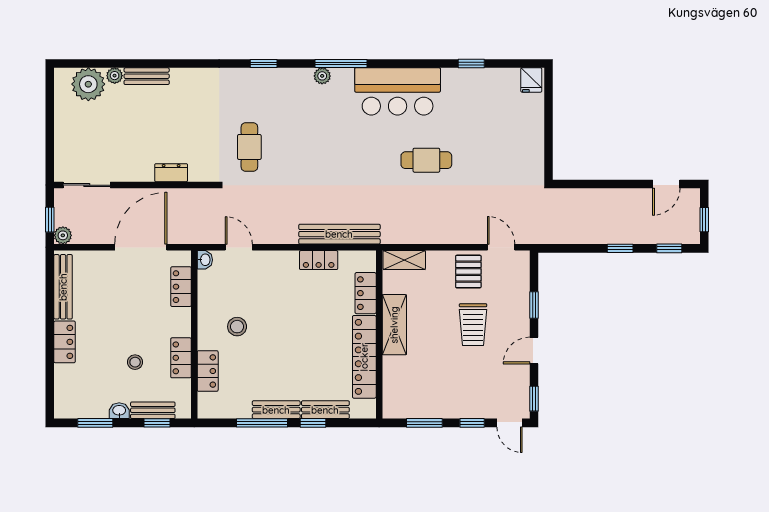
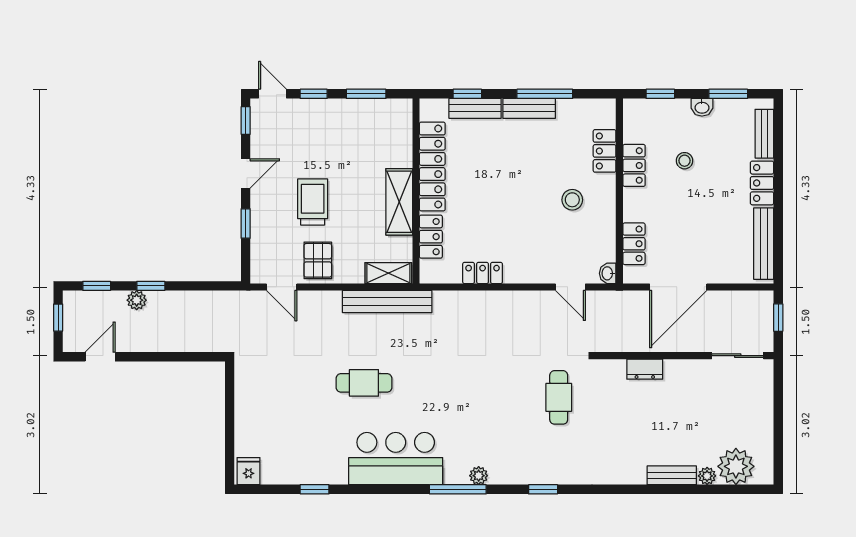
bench: (339, 234) -> (387, 302), moved
plant: (63, 235) -> (137, 300), moved
bench: (153, 410) -> (764, 134), moved, turned 90
window: (313, 423) -> (467, 94), moved

